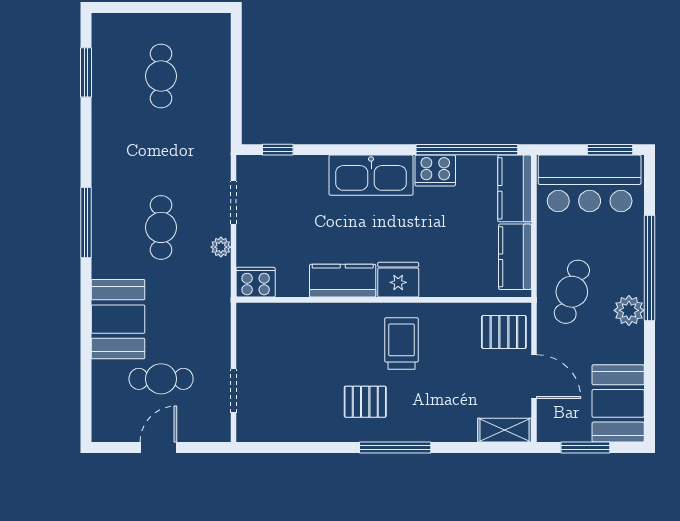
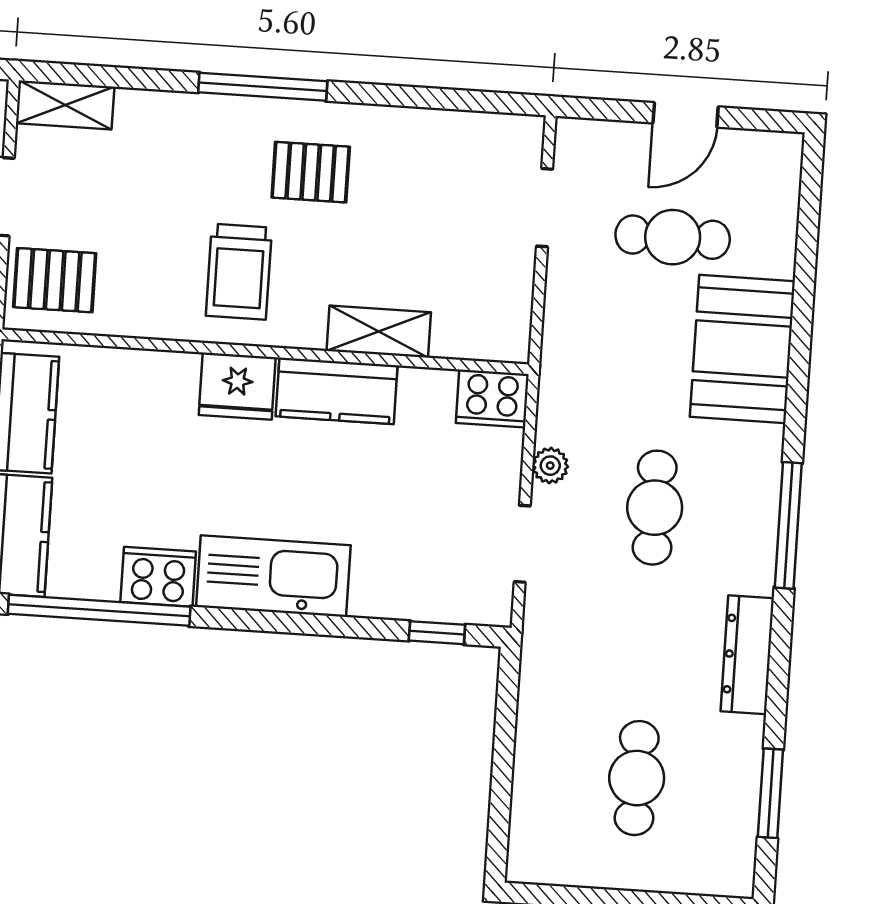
dresser: (104, 149) -> (747, 655), added
shelving: (321, 315) -> (379, 332), added

